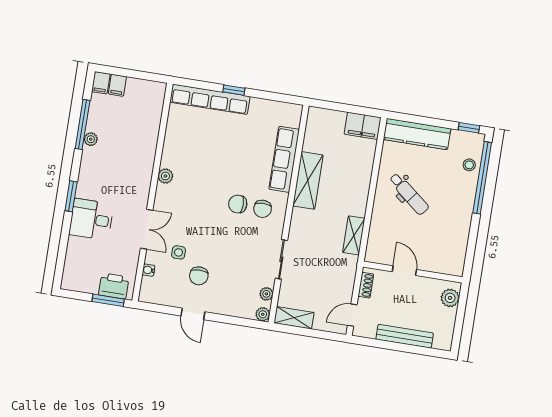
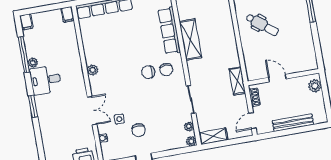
filing cabinet: (117, 85) -> (68, 14), moved
desk: (91, 219) -> (46, 80), moved
shelving: (354, 235) -> (237, 81), moved

